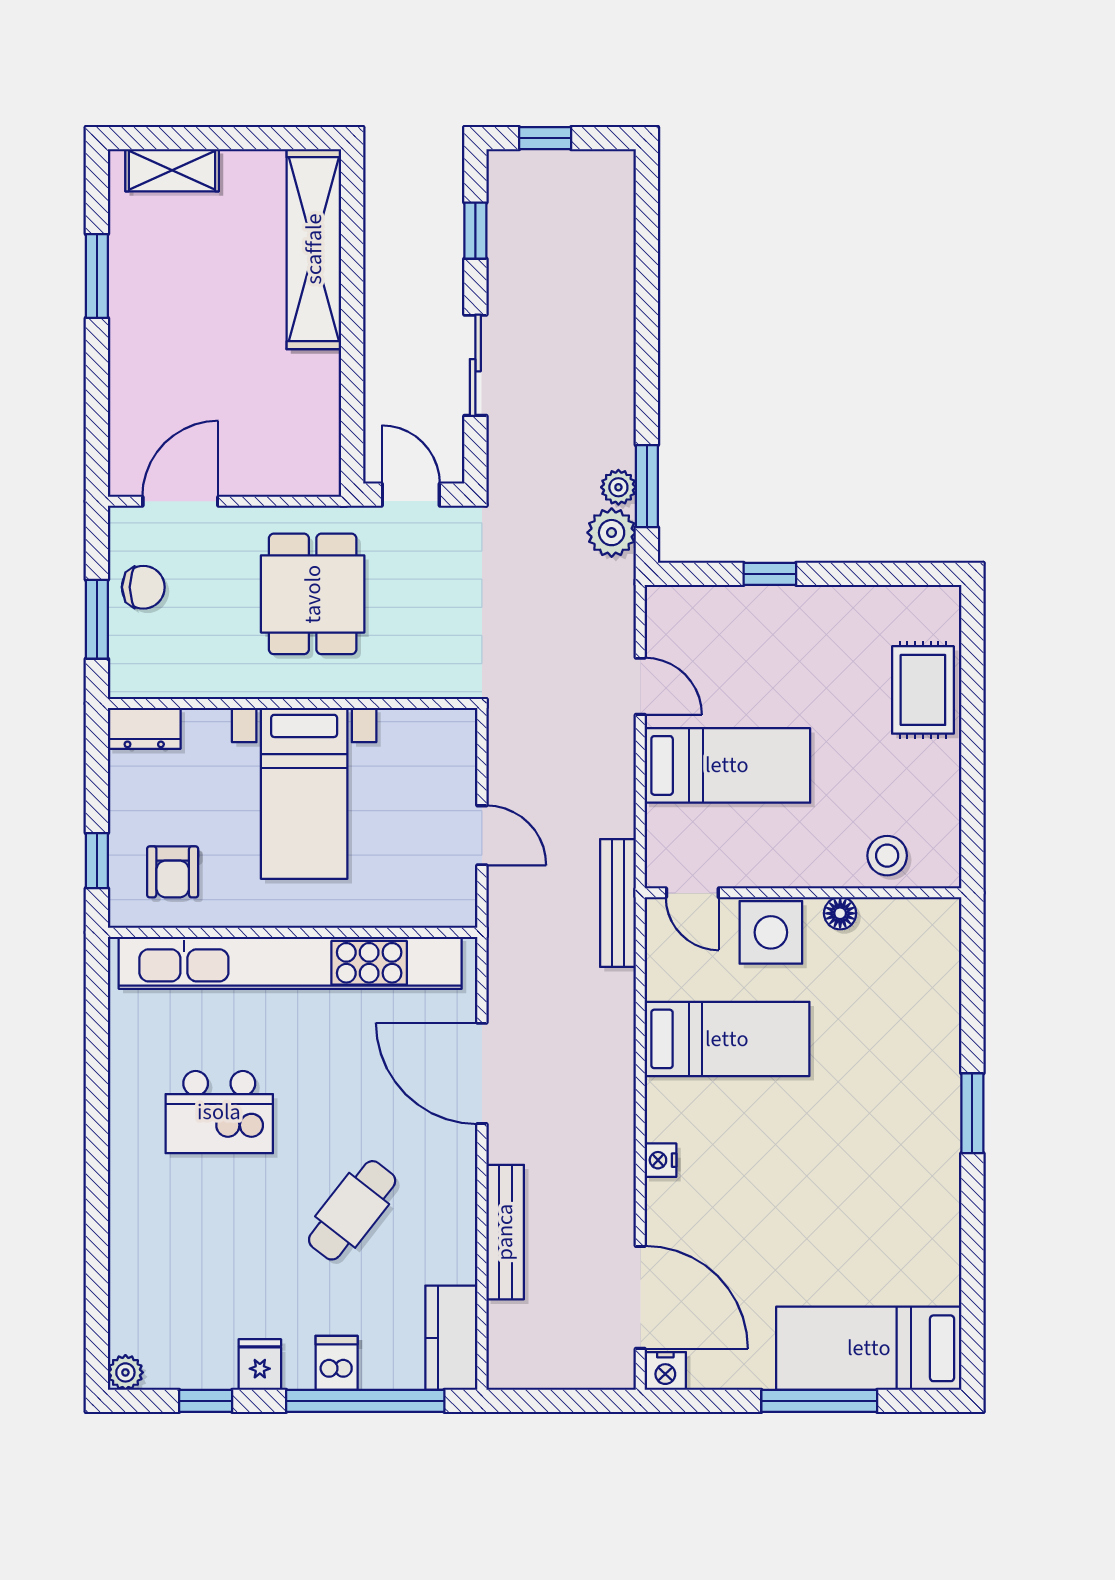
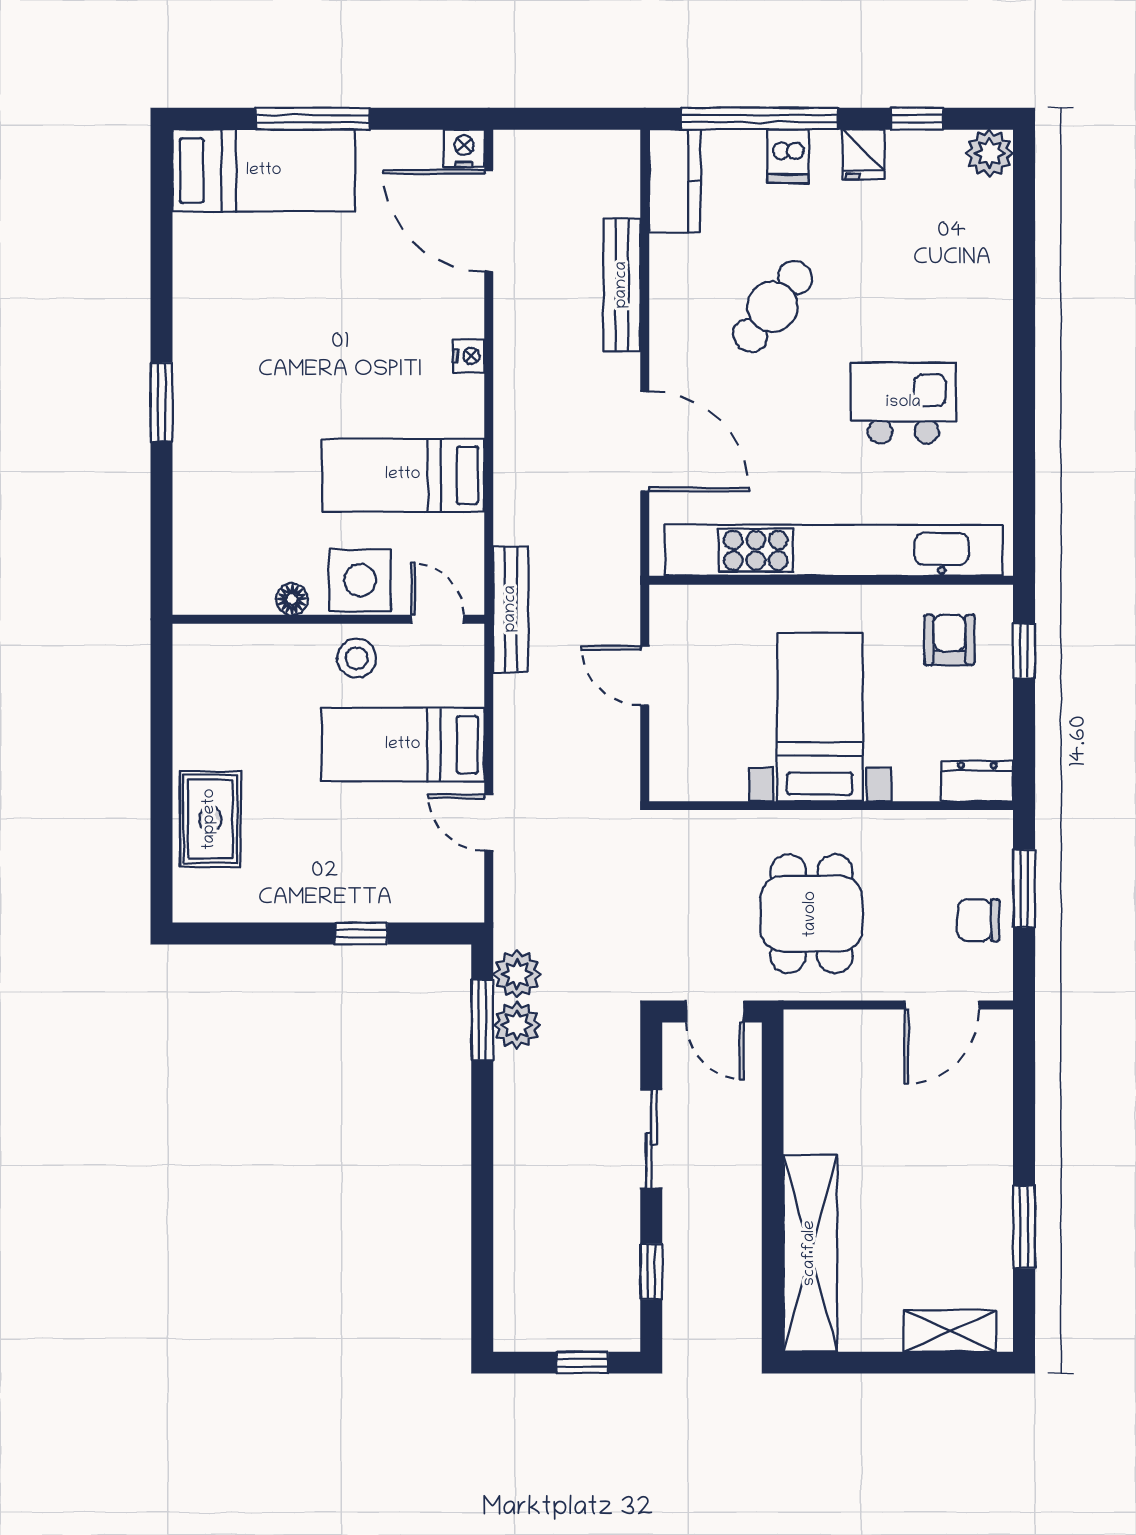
plant: (618, 487) -> (517, 1025), width x1.38, depth x1.38
stool: (887, 856) -> (357, 658), moved
plant: (125, 1372) -> (989, 153), width x1.38, depth x1.38

